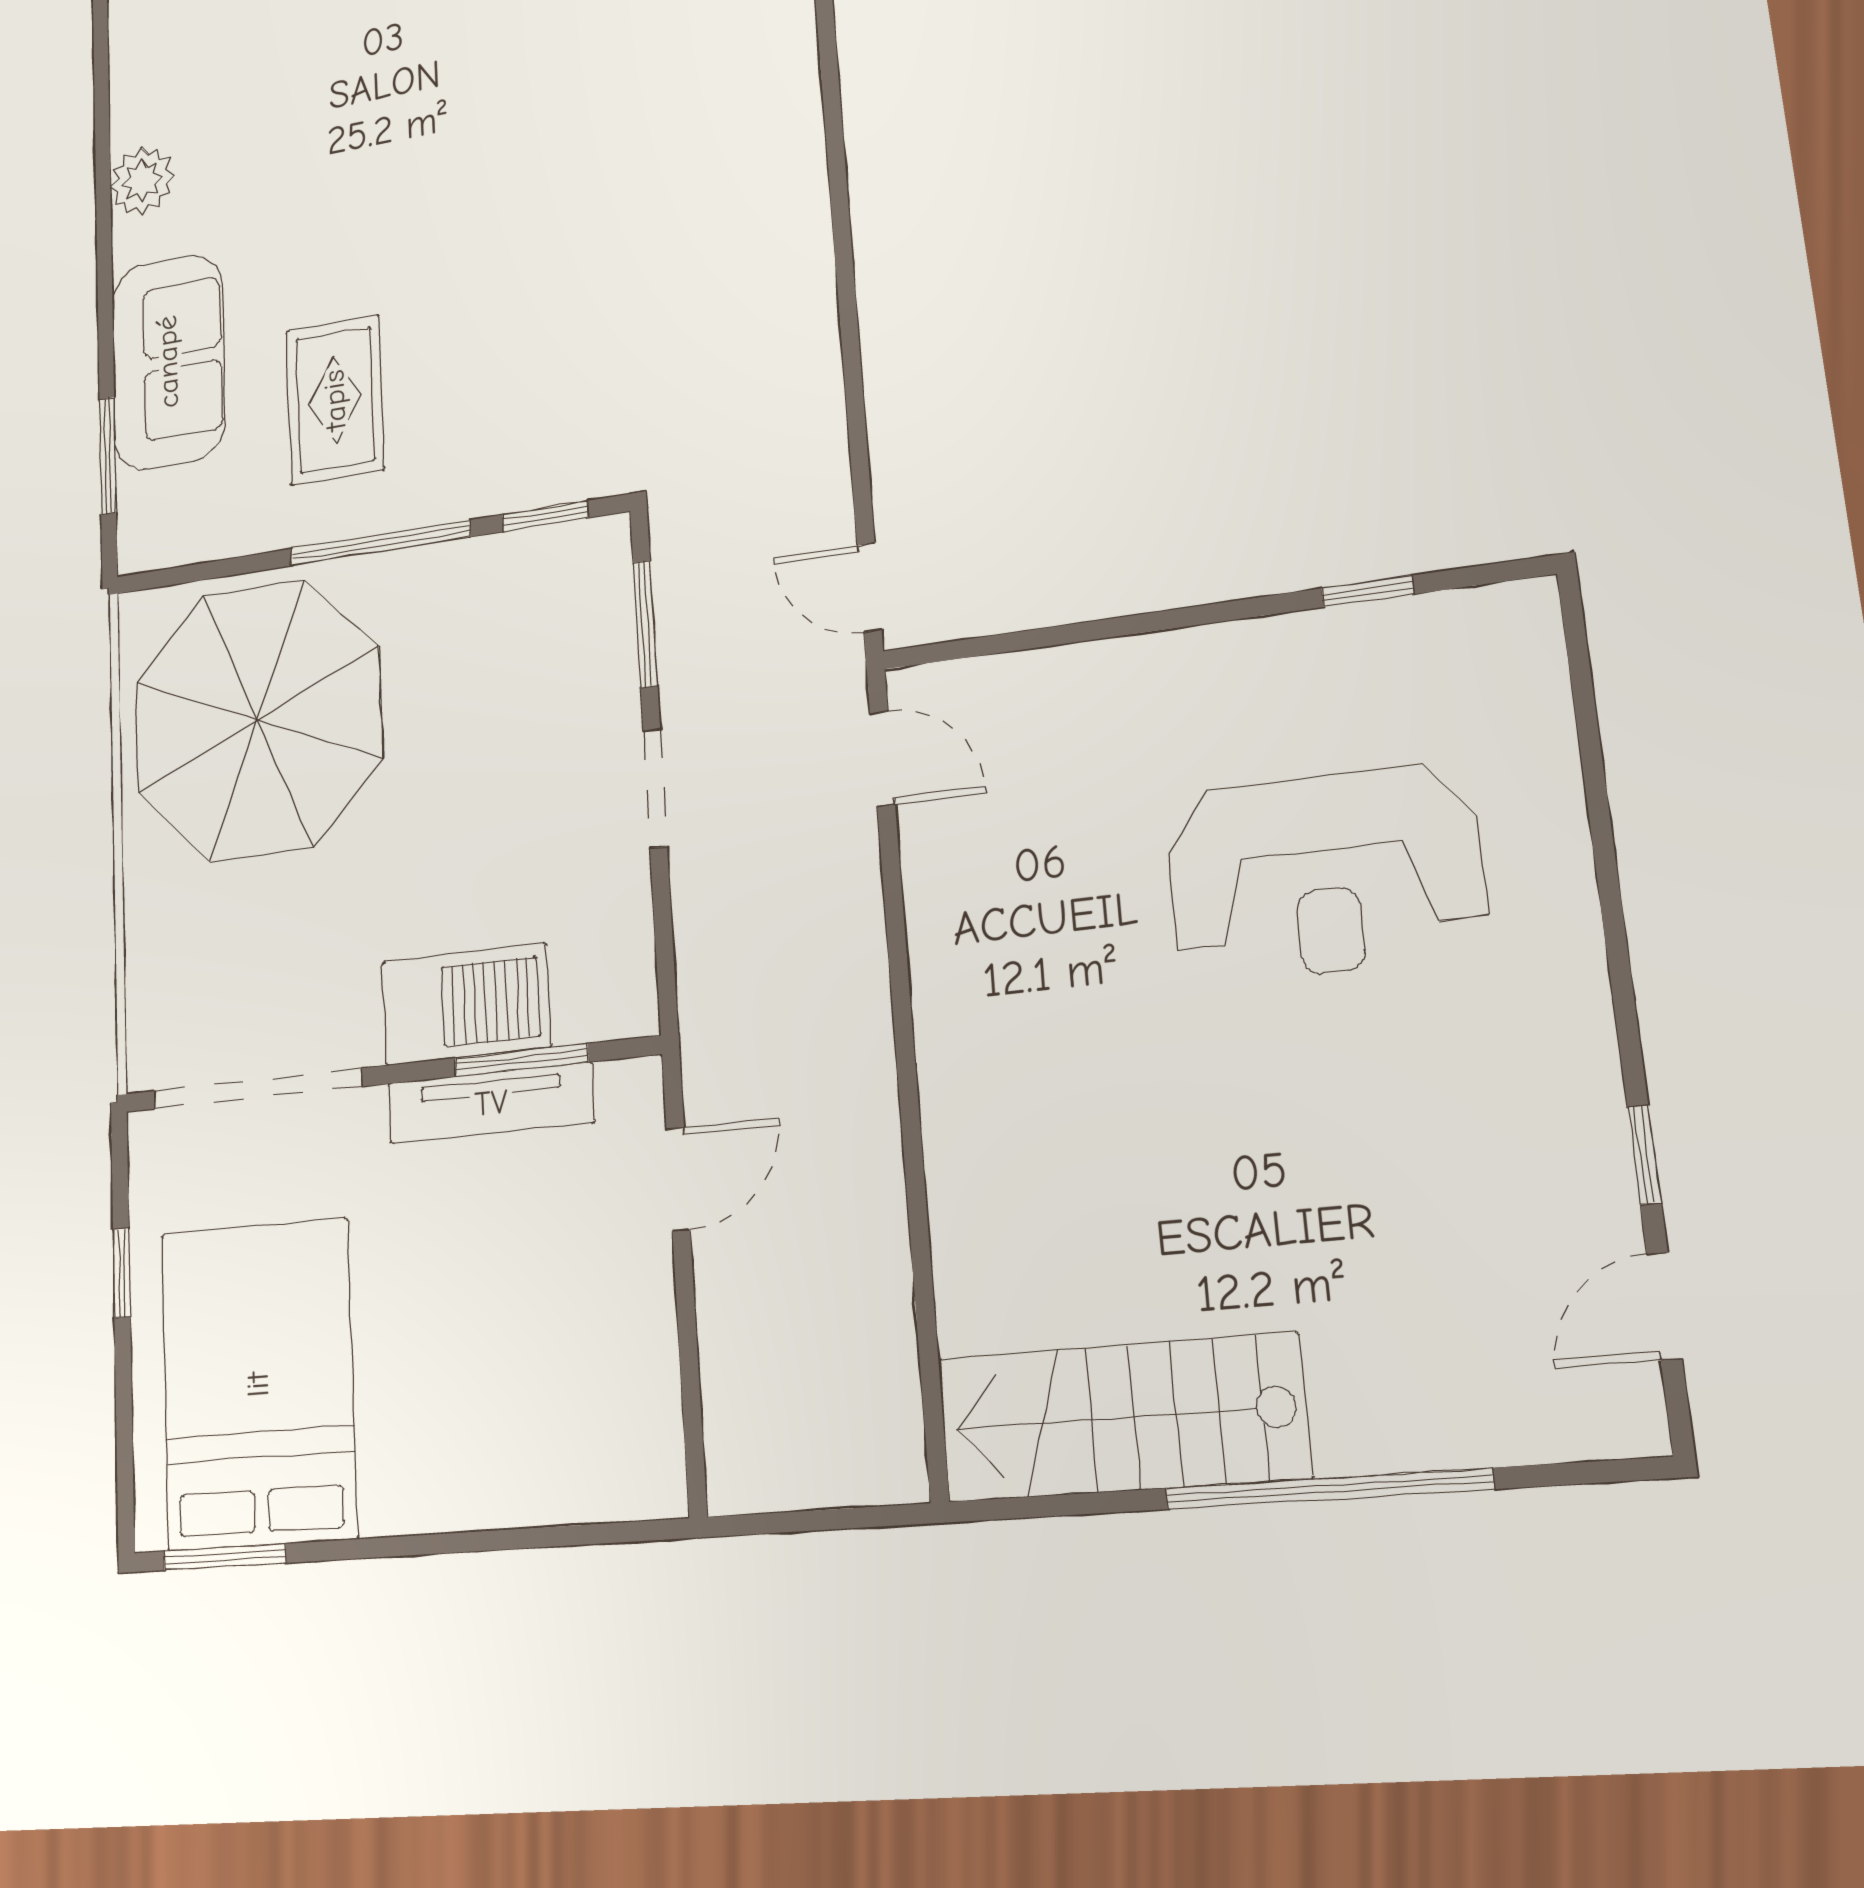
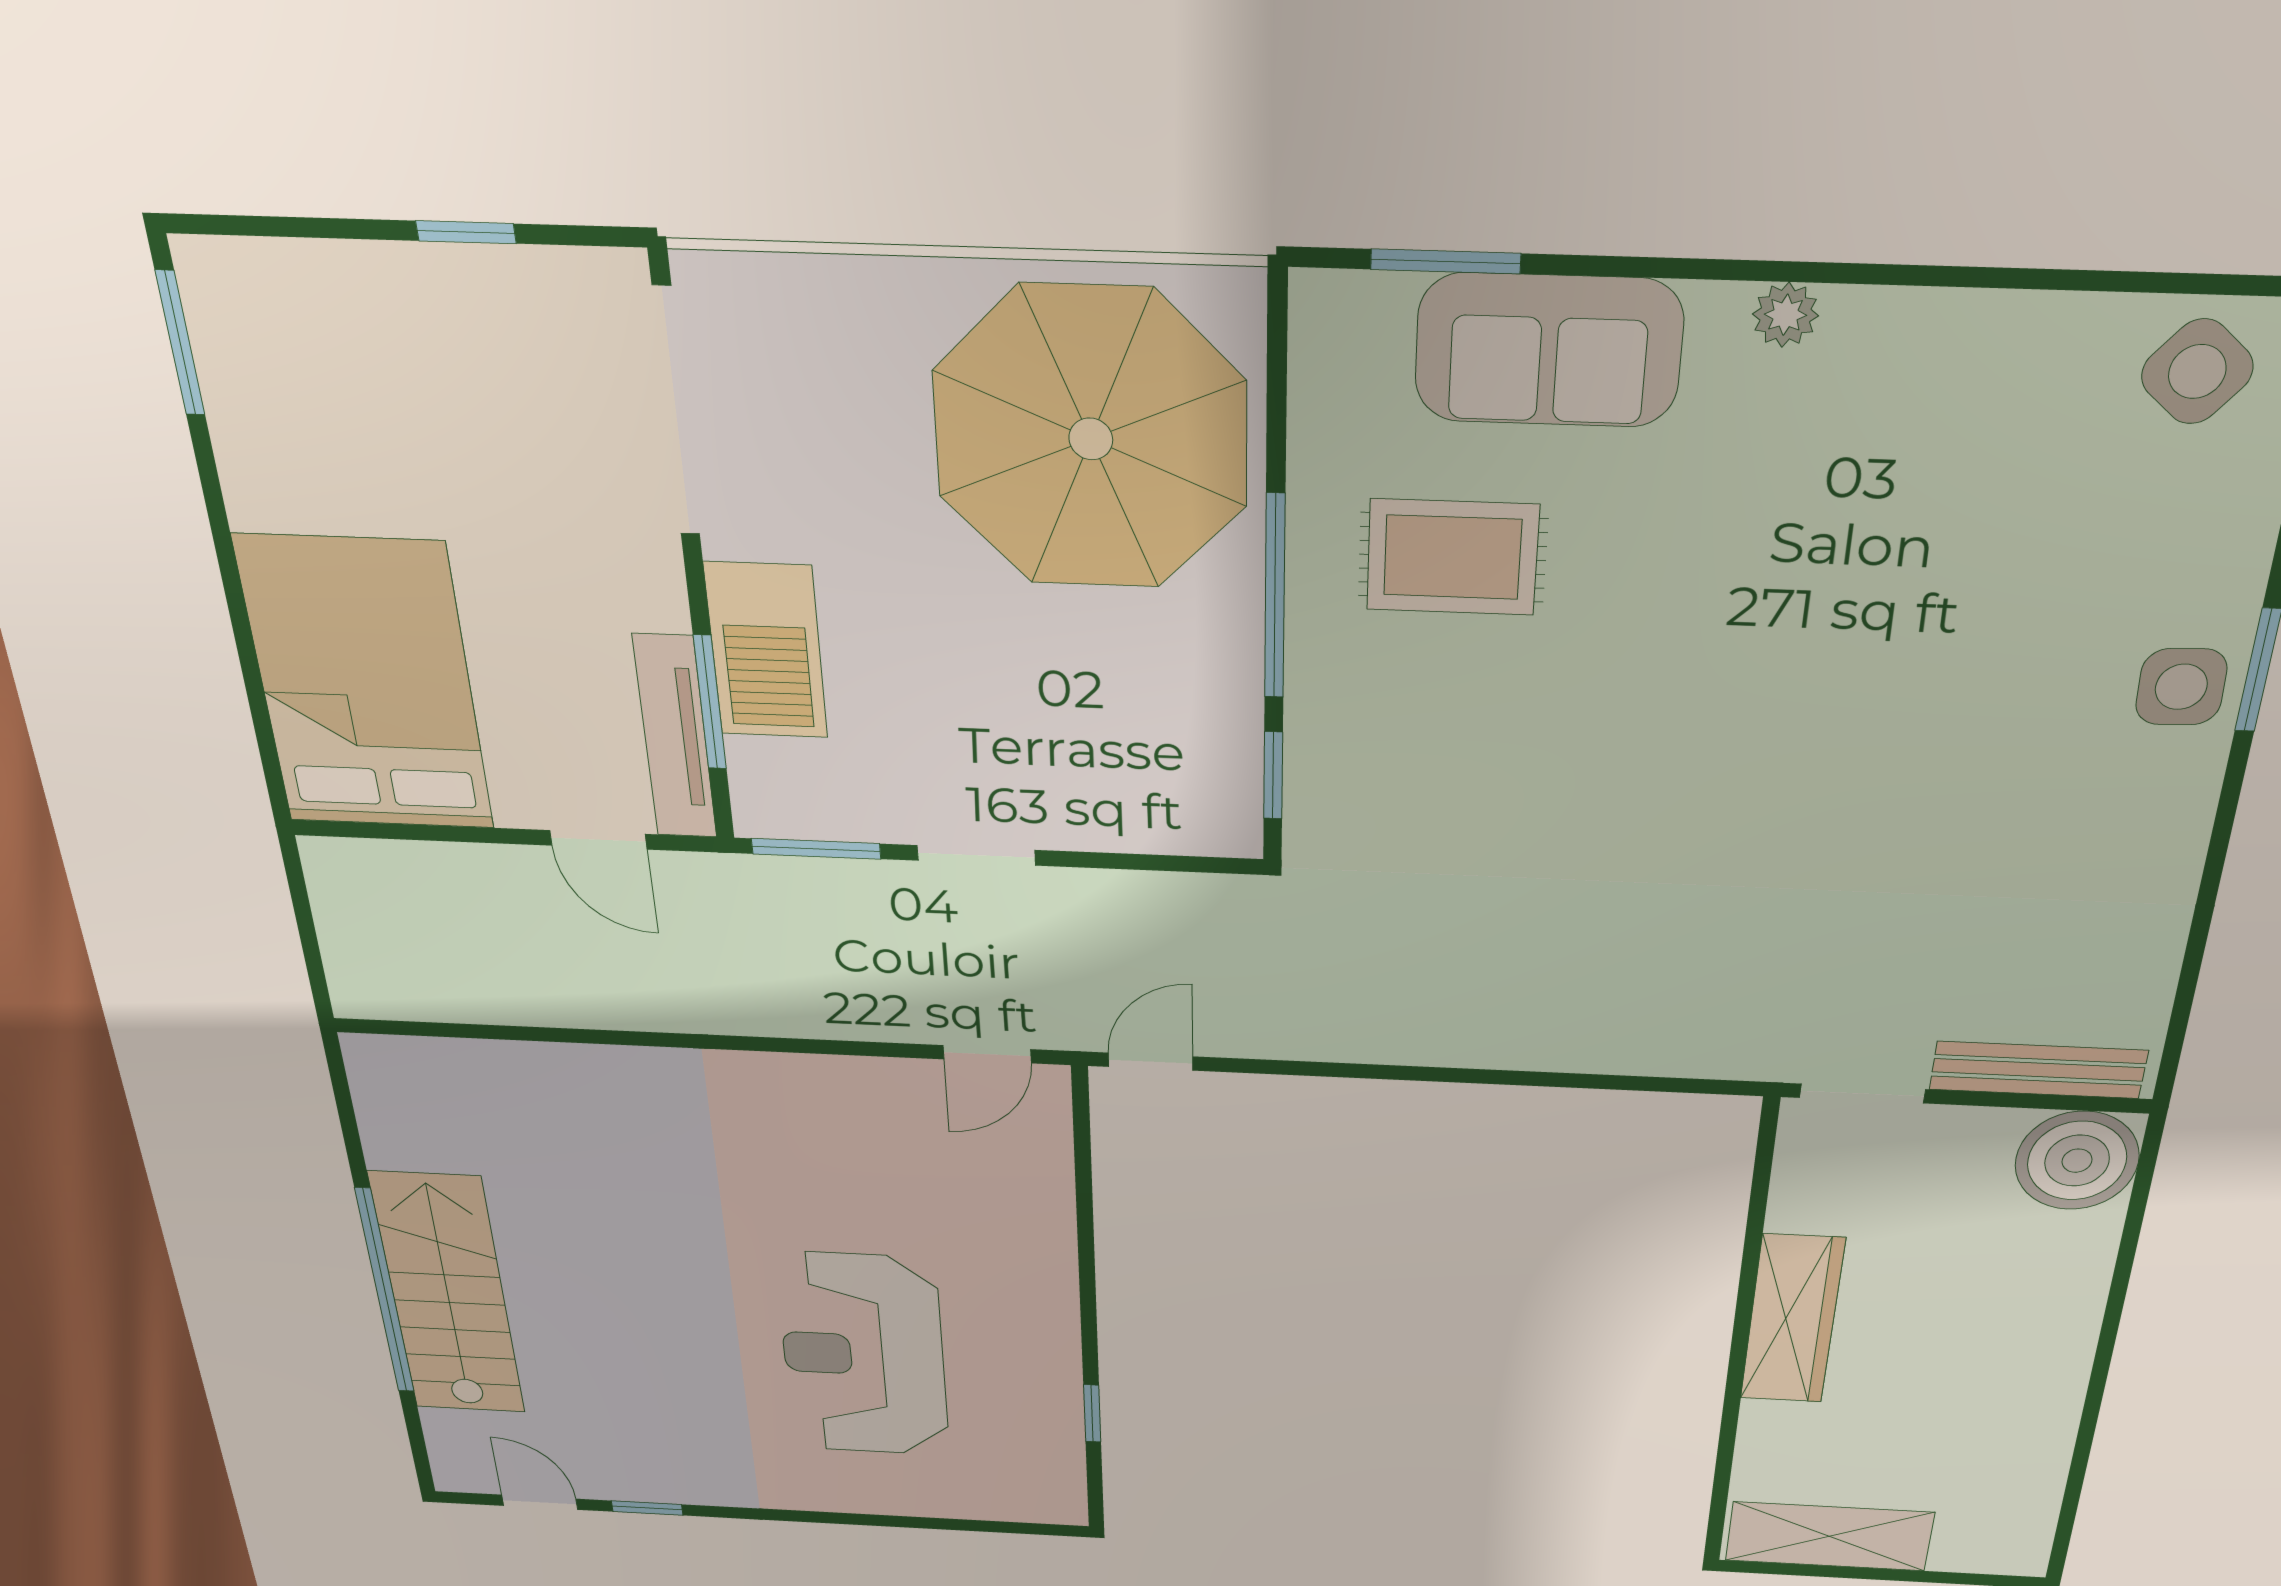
plant: (142, 181) -> (1785, 315), width x0.73, depth x0.73
window: (645, 624) -> (816, 849), moved
tv unit: (491, 1103) -> (675, 737), moved
bed: (258, 1384) -> (366, 685), moved, turned -90
stairs: (1122, 1418) -> (448, 1294), moved

